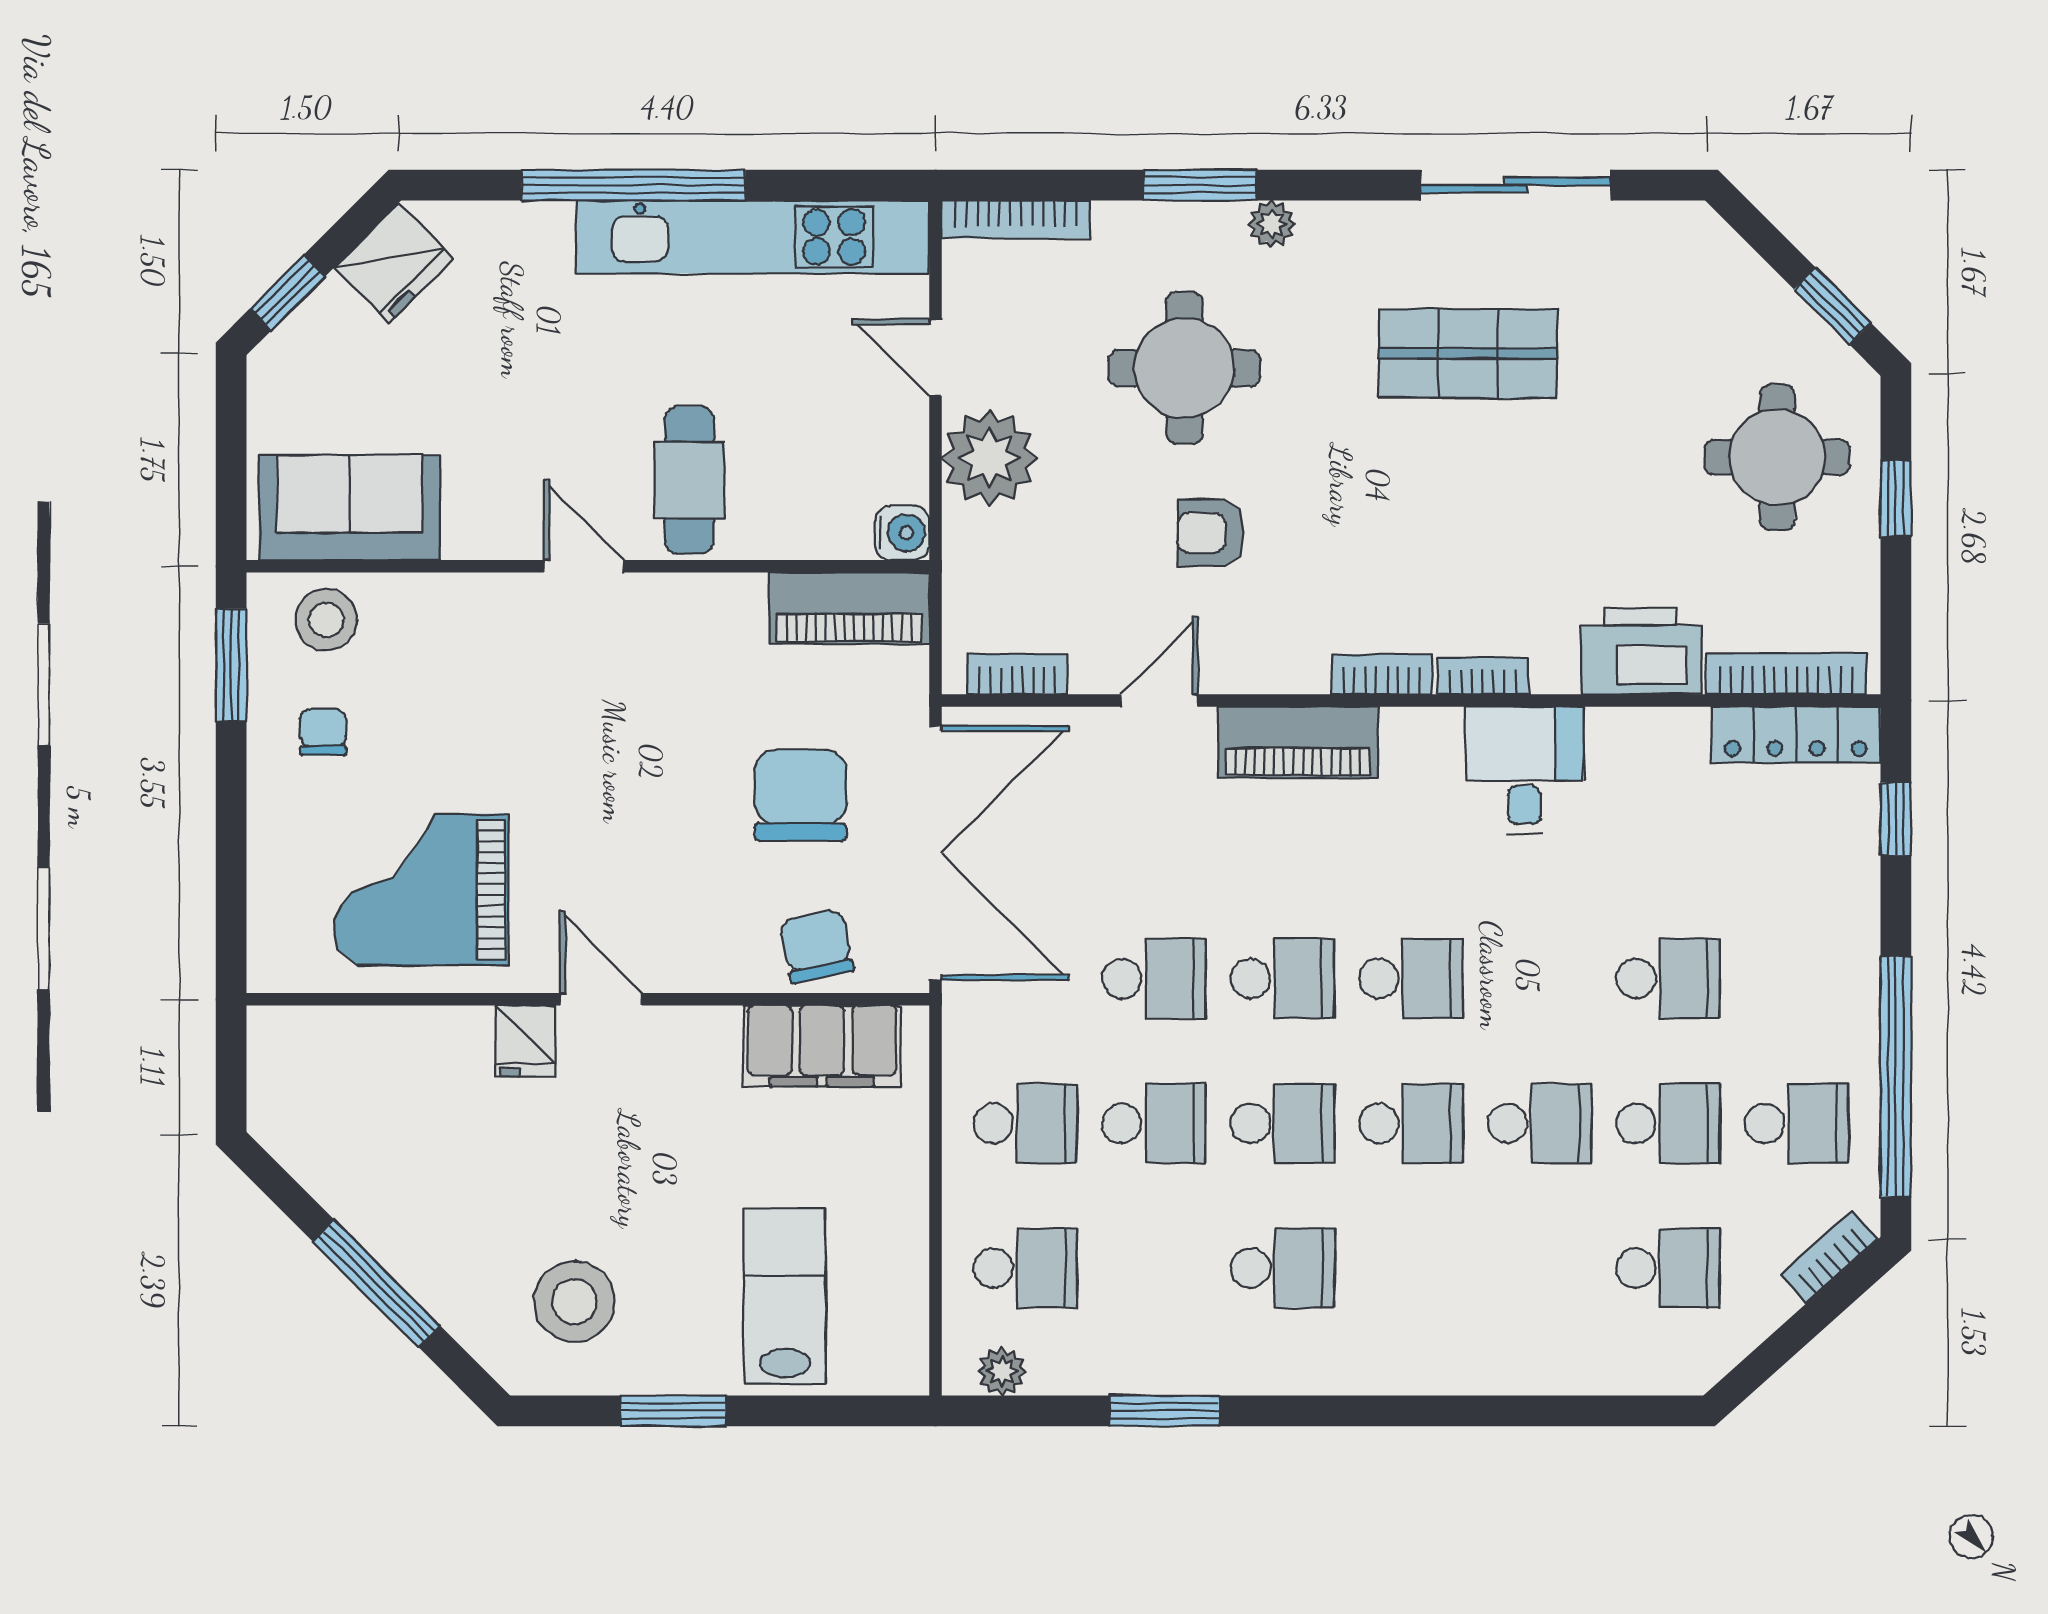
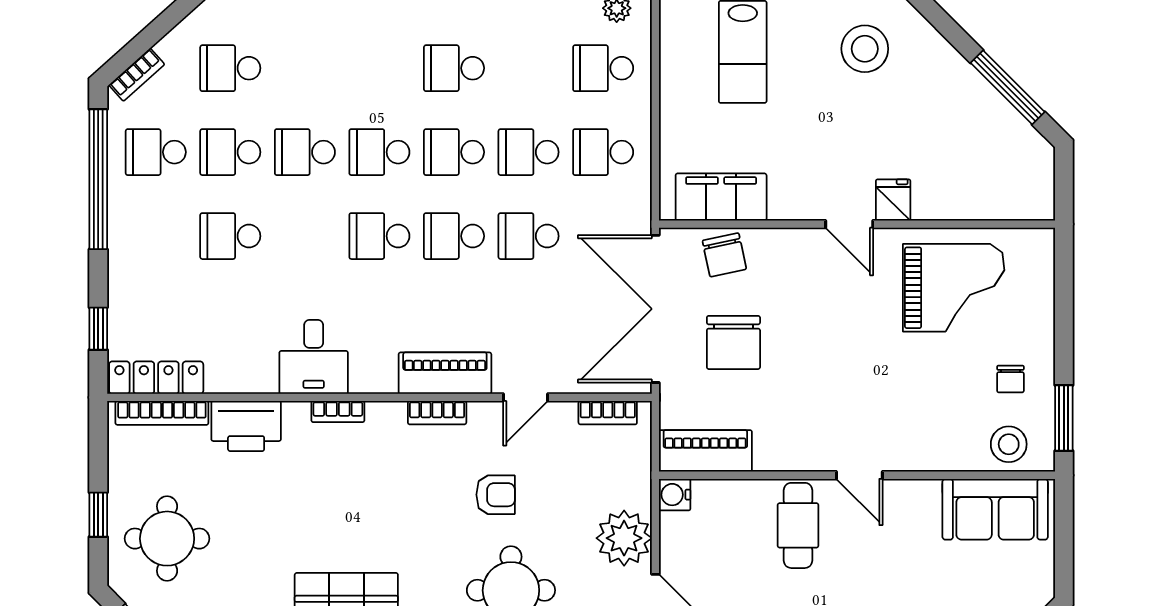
bookcase: (1382, 674) -> (437, 413), moved
window: (377, 1284) -> (1008, 87), moved

